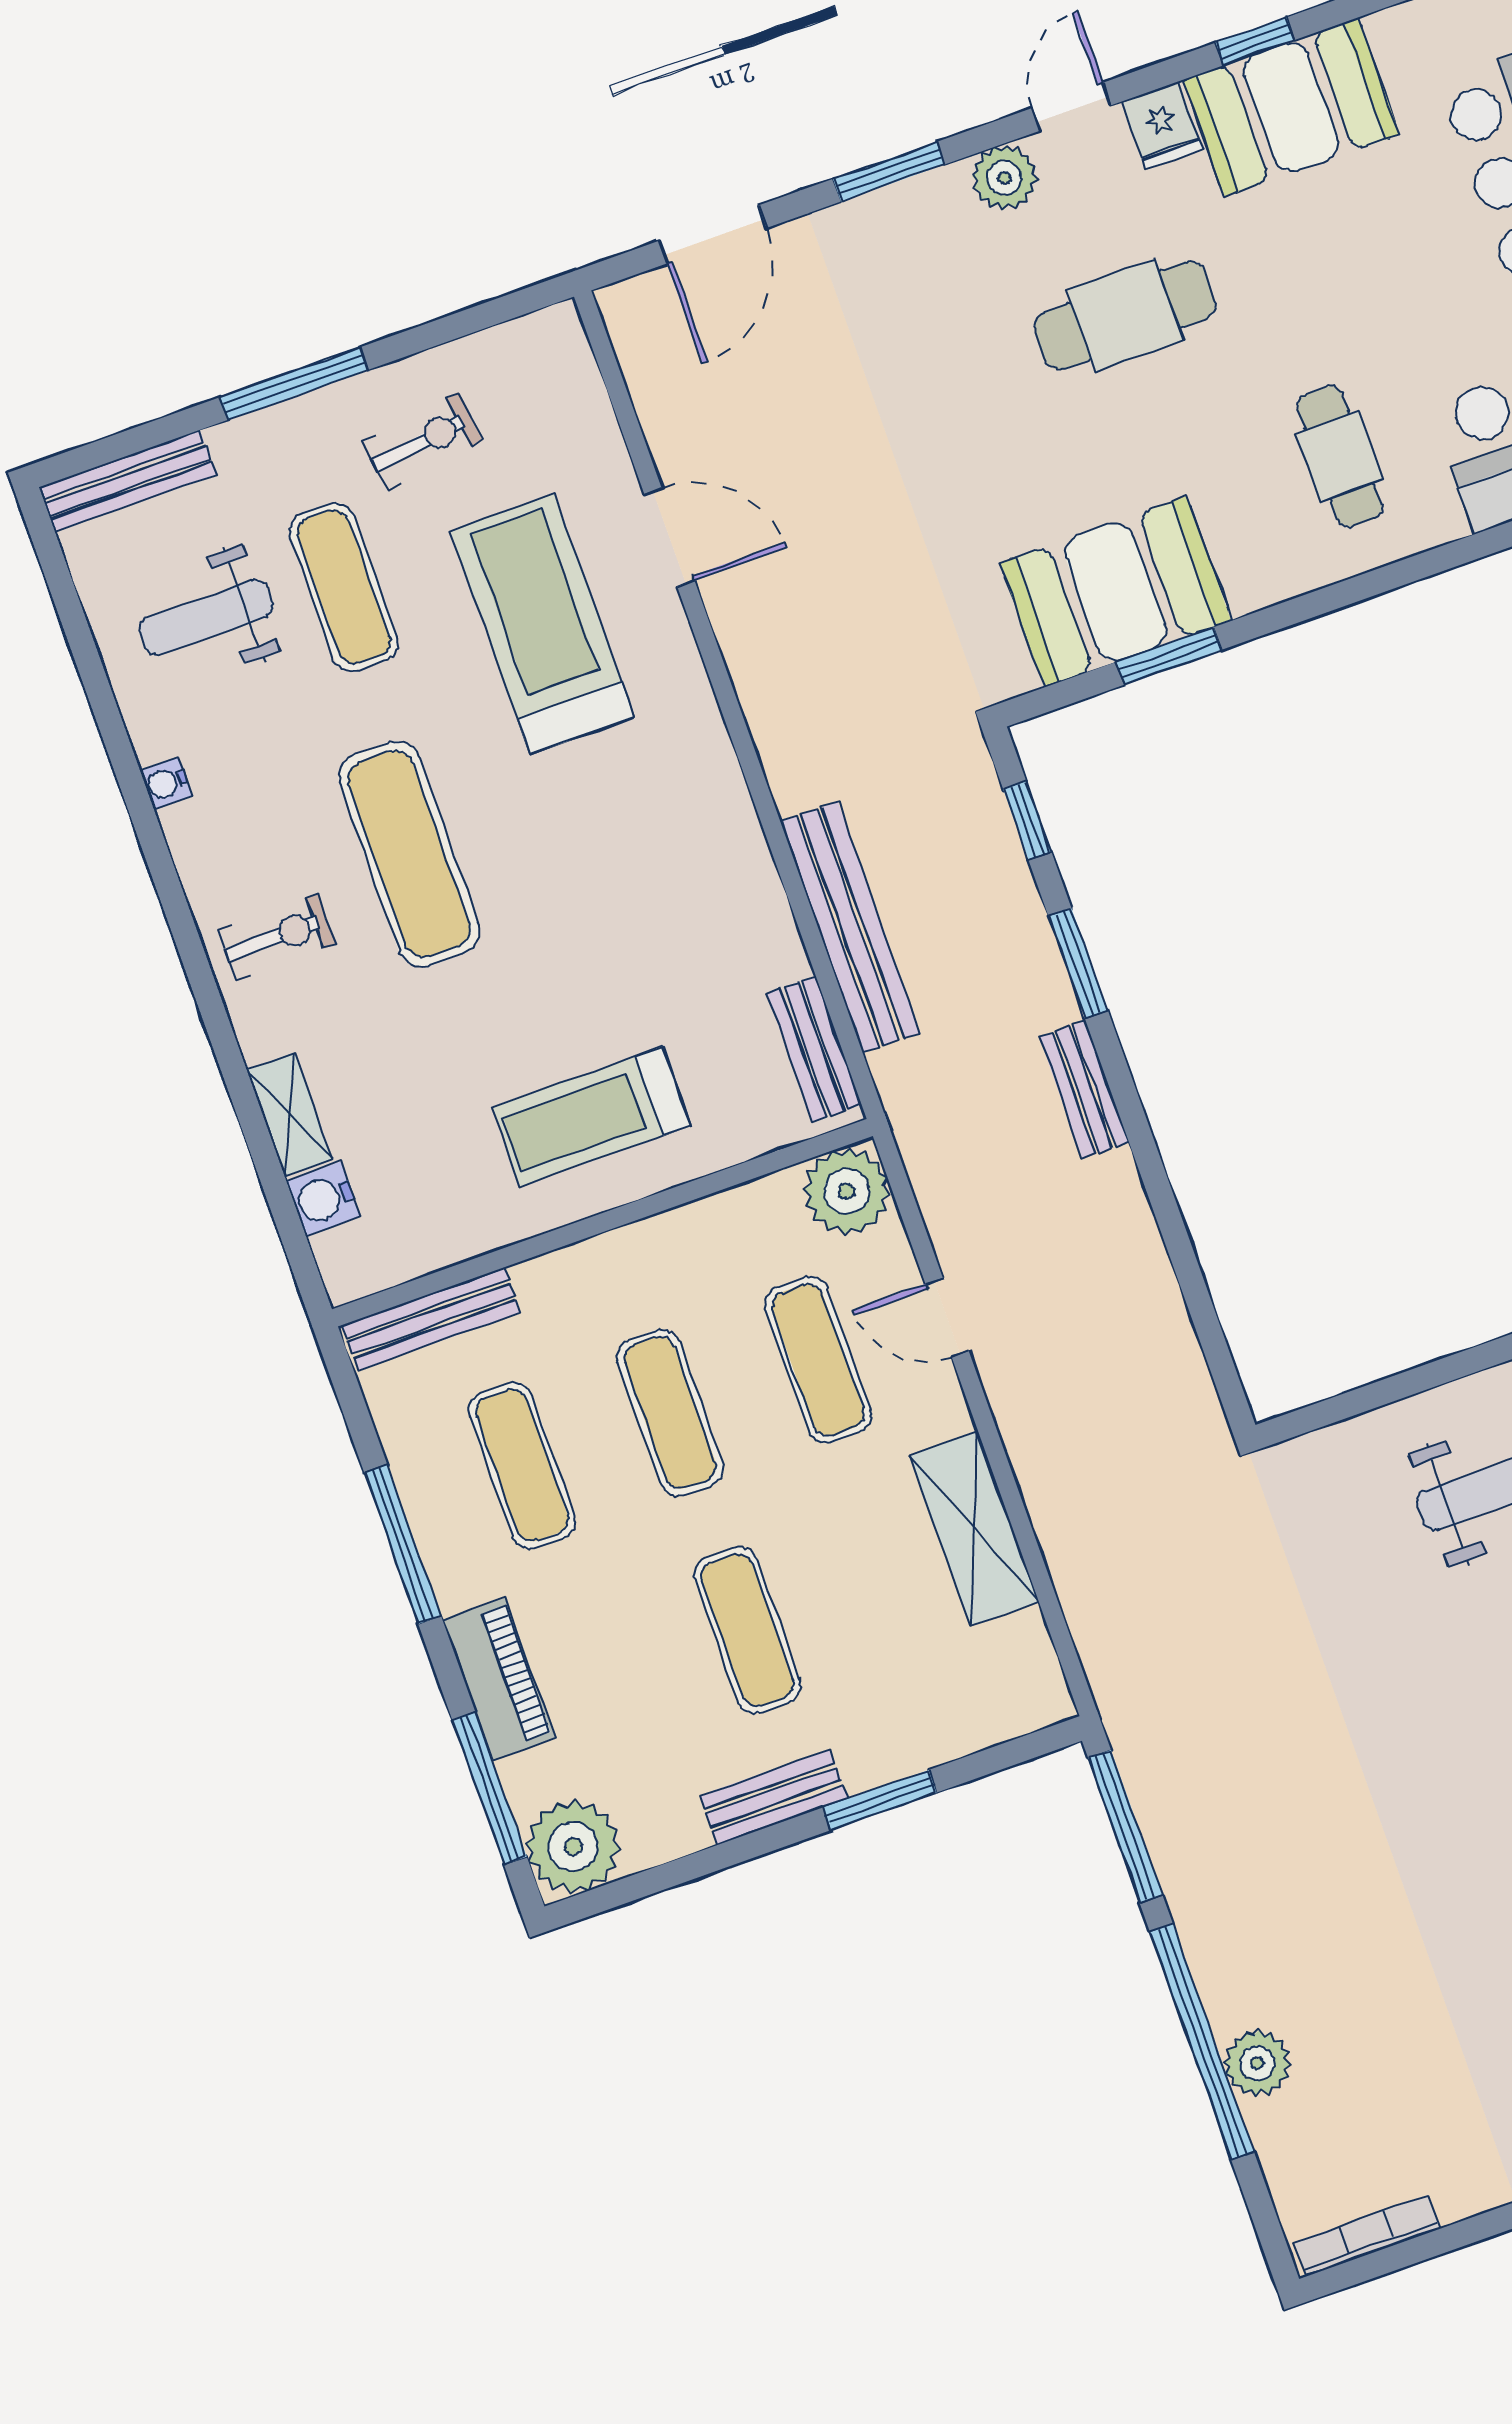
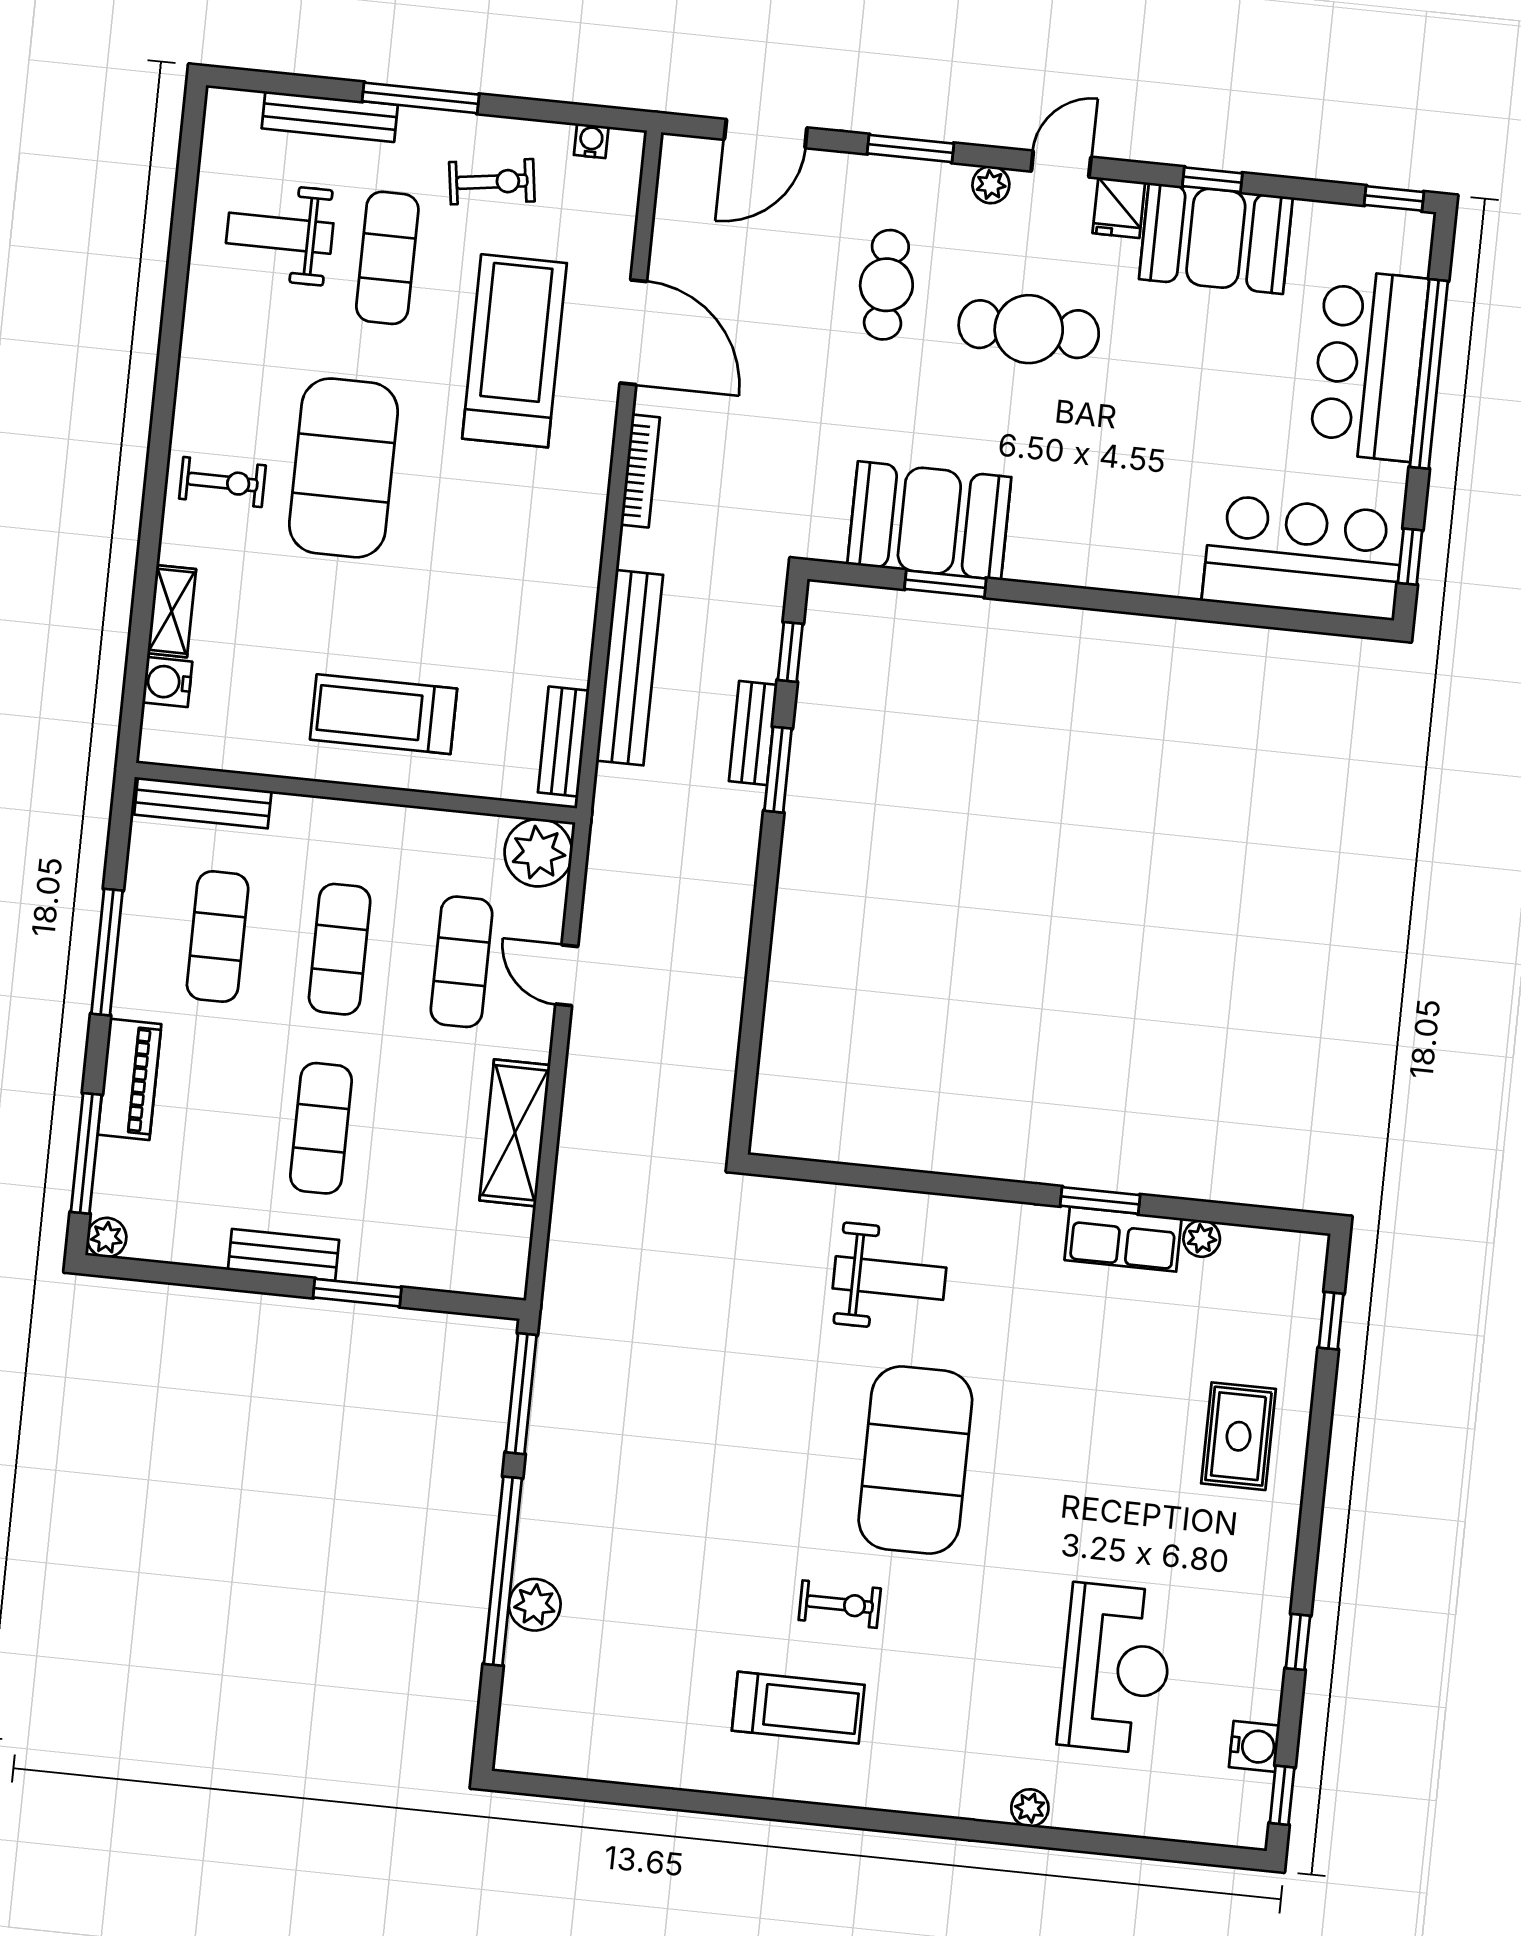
plant: (1004, 178) -> (991, 185), width x0.73, depth x0.73
cafe table: (1340, 457) -> (886, 285), moved
bench: (127, 481) -> (330, 117), moved
door: (669, 537) -> (633, 332), width x1.36
water cooler: (166, 783) -> (591, 141), moved, turned 90
exercise mat: (409, 854) -> (343, 468), width x1.47
bench: (1084, 1090) -> (753, 733), moved
plant: (573, 1846) -> (107, 1238), width x0.53, depth x0.53
bookcase: (1367, 2236) -> (640, 471), moved, turned 90

